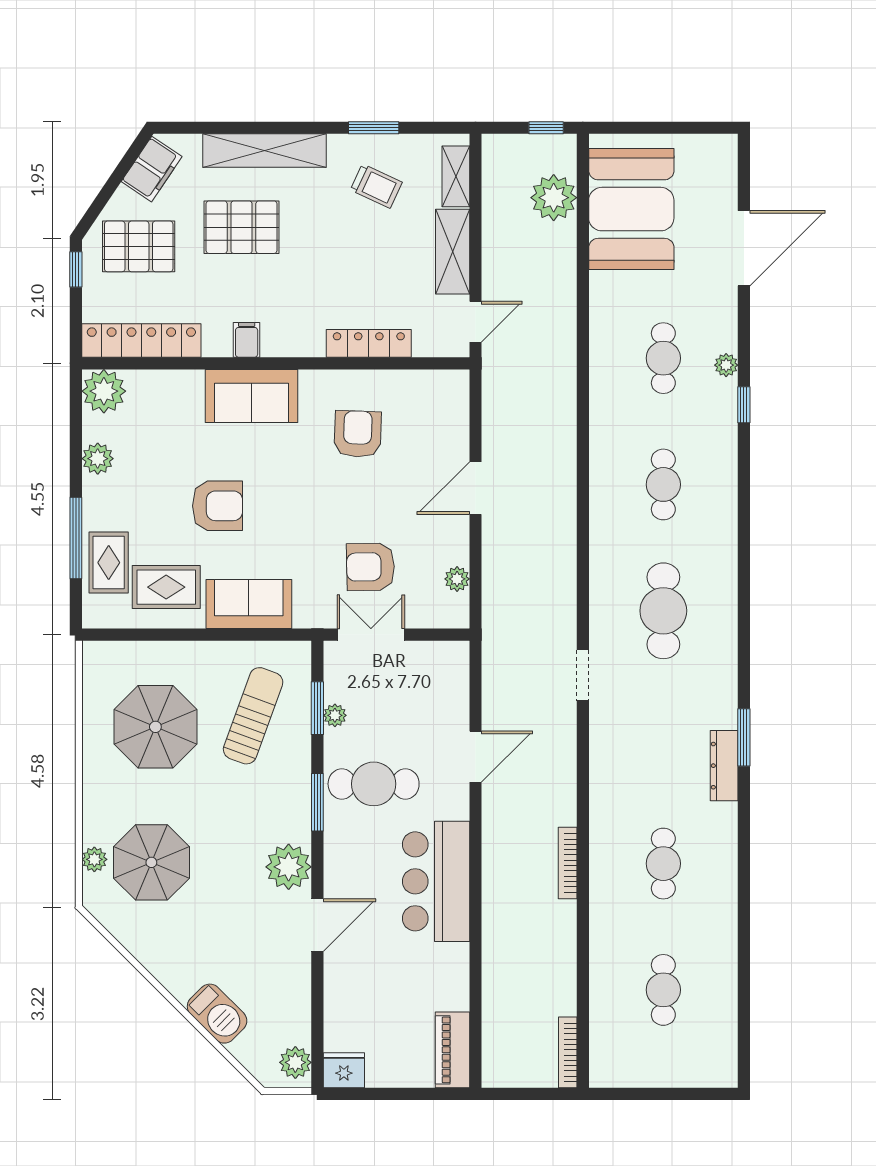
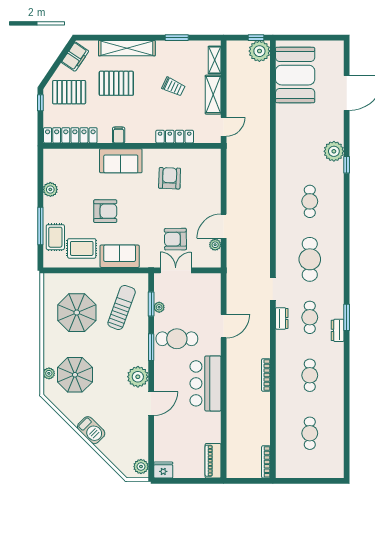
trolley: (376, 186) -> (173, 87), moved
plant: (554, 198) -> (259, 51), moved
cafe table: (663, 358) -> (310, 317), moved
plant: (726, 365) -> (334, 151), width x1.87, depth x1.87
plant: (104, 391) -> (53, 159), removed
door: (475, 488) -> (224, 226), moved
dresser: (602, 740) -> (282, 318), added
dresser: (724, 766) -> (338, 330), width x0.70
barbecue: (217, 1014) -> (91, 430), moved

